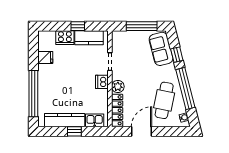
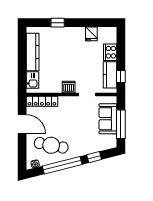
window: (78, 26) -> (121, 76), moved
sofa: (161, 49) -> (108, 119), moved, turned -76
plant: (118, 86) -> (64, 102), removed
window: (33, 94) -> (58, 23), width x0.32
window: (74, 131) -> (22, 61), removed

